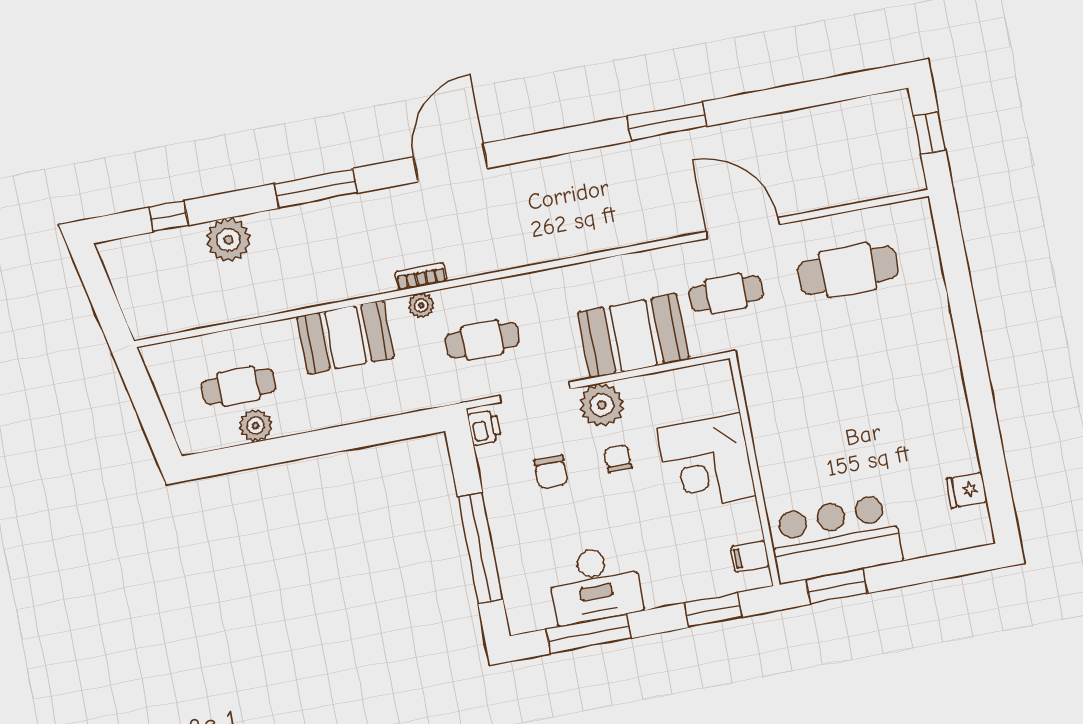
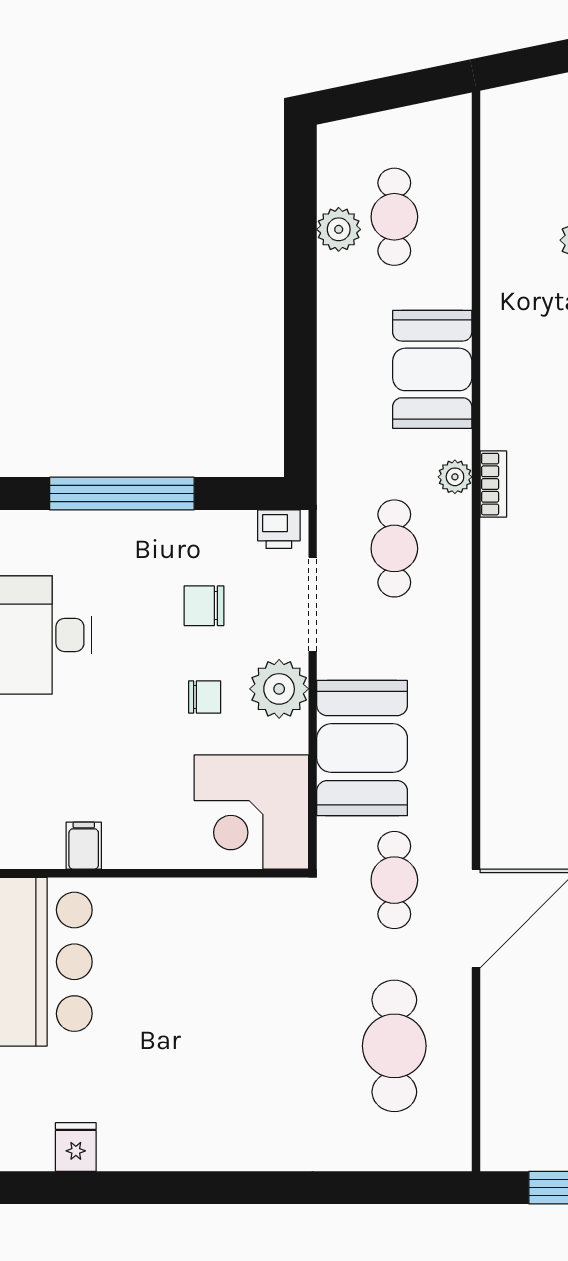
corner desk: (706, 462) -> (251, 812), moved, turned -90
filing cabinet: (750, 557) -> (84, 846), moved

